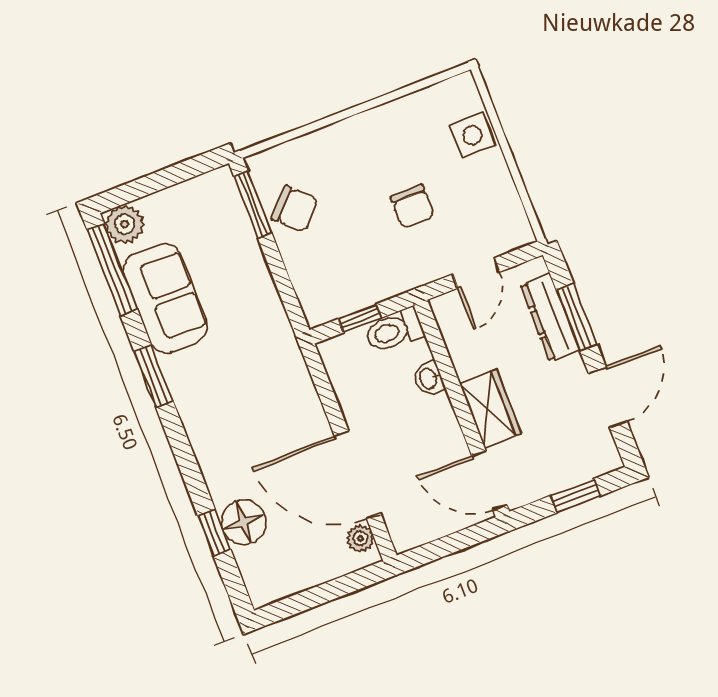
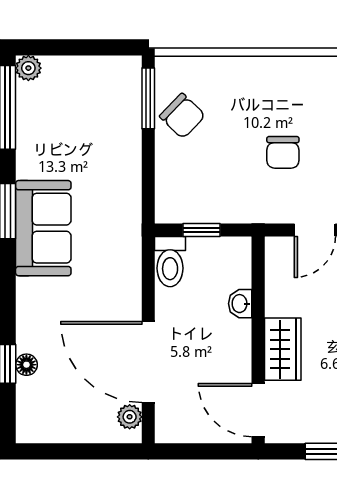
plant: (125, 224) -> (28, 68), width x0.73, depth x0.73
sofa: (165, 298) -> (43, 228), moved
toilet: (394, 331) -> (170, 262), moved, turned -90
floor lamp: (244, 522) -> (26, 365), width x0.53, depth x0.53

